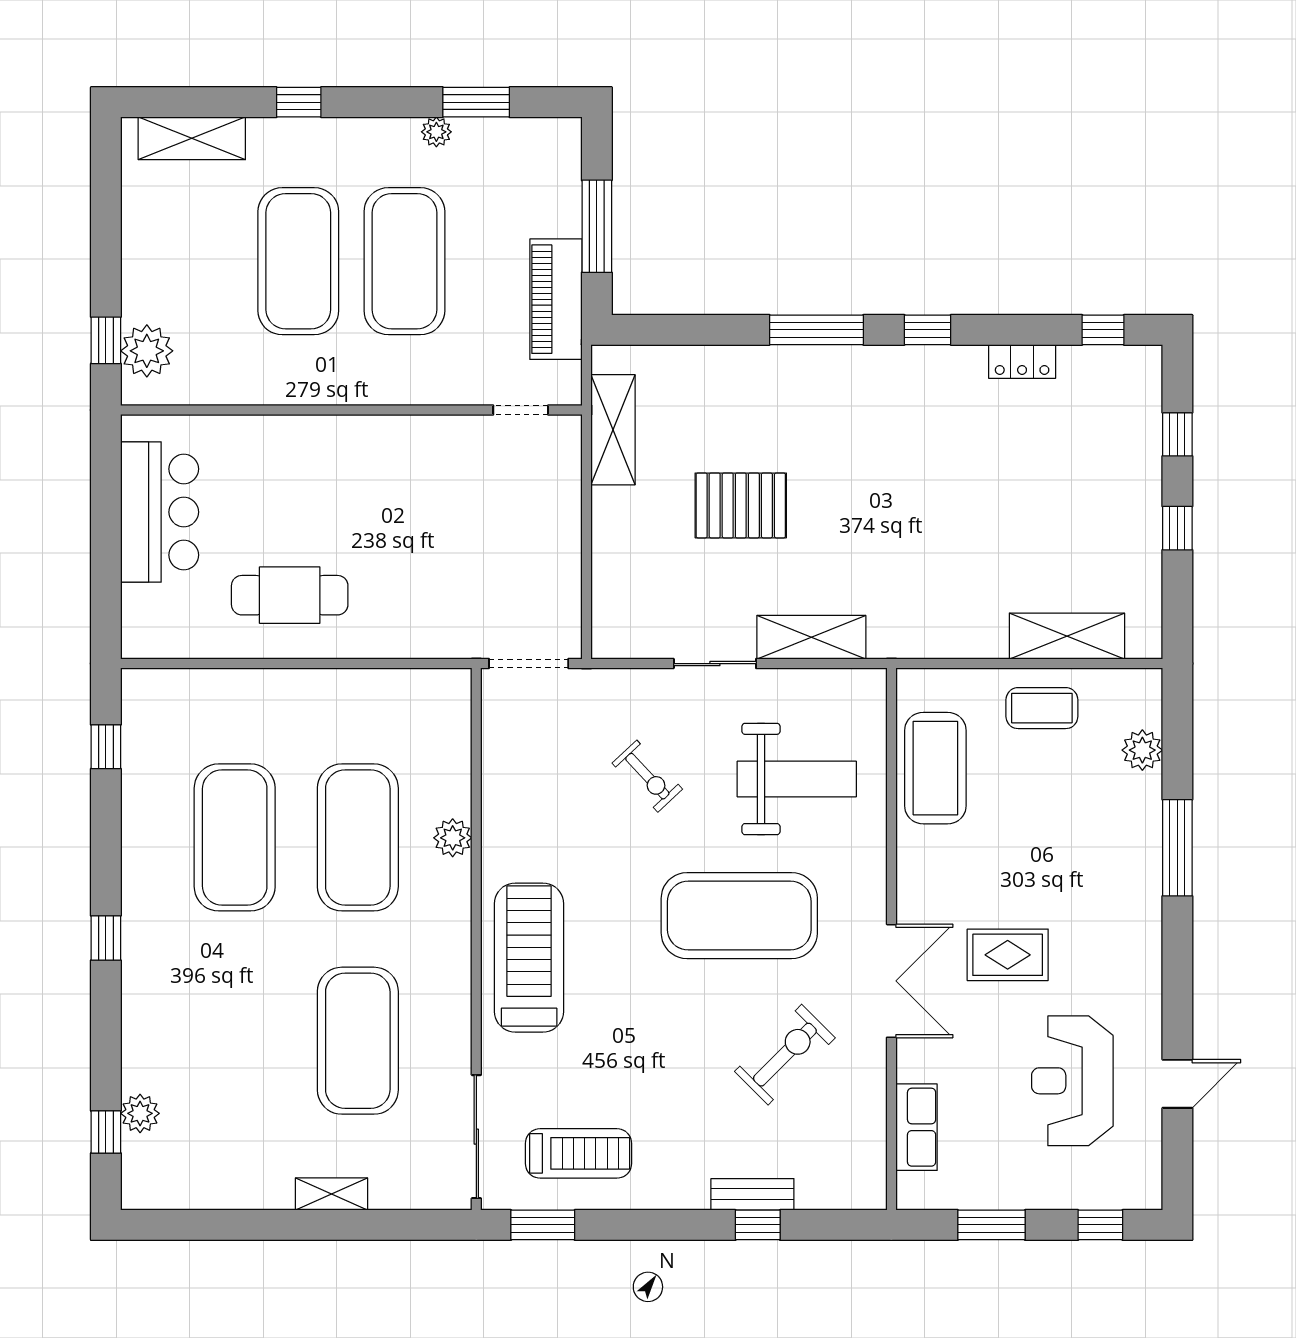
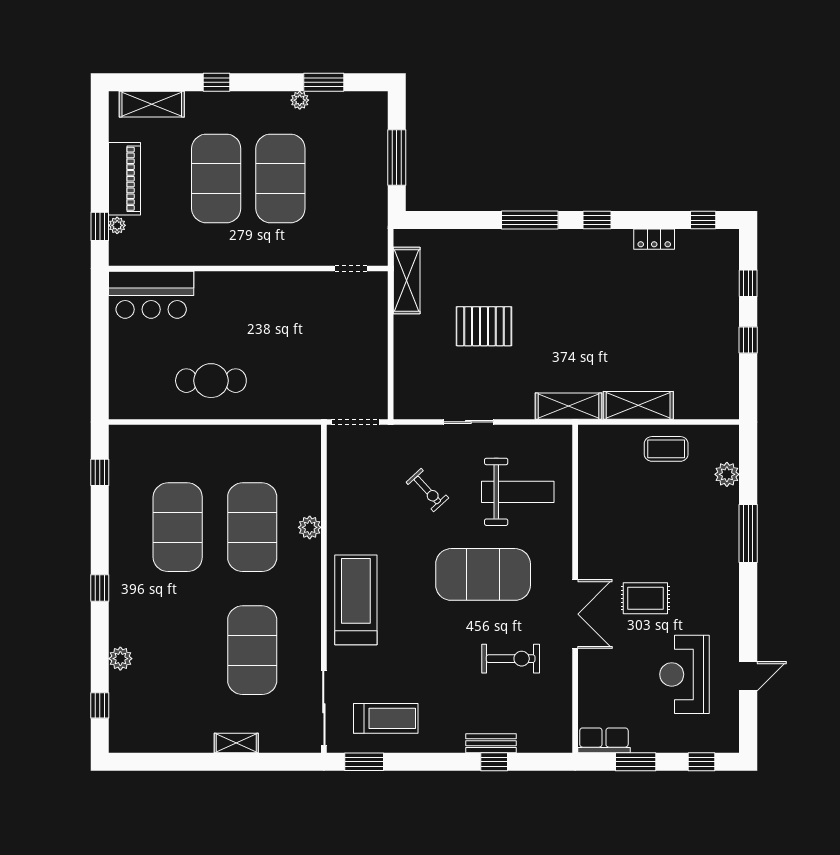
piano: (556, 299) -> (125, 179), moved, turned 180
plant: (147, 351) -> (117, 225), width x0.53, depth x0.53
bar counter: (160, 512) -> (151, 295), moved, turned 90
shelving: (1067, 636) -> (638, 405), moved
shelving: (811, 637) -> (568, 406), moved
coffee table: (935, 768) -> (602, 485), removed
exercise bike: (785, 1055) -> (511, 659), turned 45
plant: (140, 1113) -> (120, 659), moved
row of seats: (917, 1127) -> (604, 740), moved, turned -90

